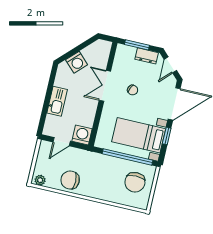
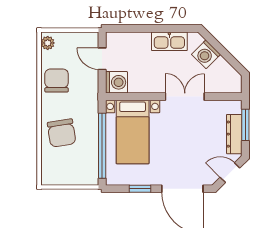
dresser: (147, 56) -> (234, 134), width x1.44
chair: (133, 90) -> (188, 133), removed
kitchen sink: (57, 101) -> (169, 41), moved
bed with nightstands: (139, 135) -> (133, 132), moved, turned 180
chair: (135, 182) -> (62, 133), moved, turned -99

